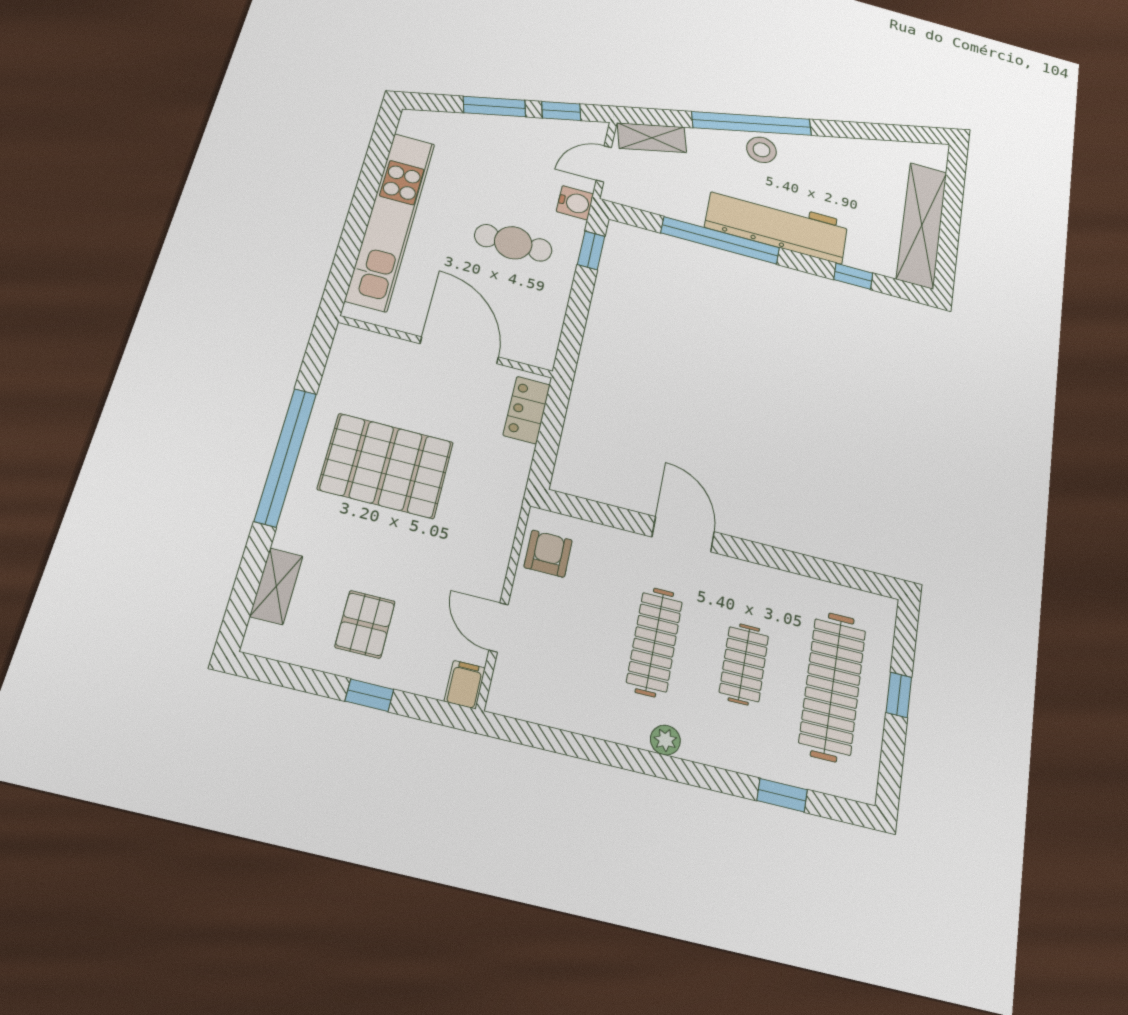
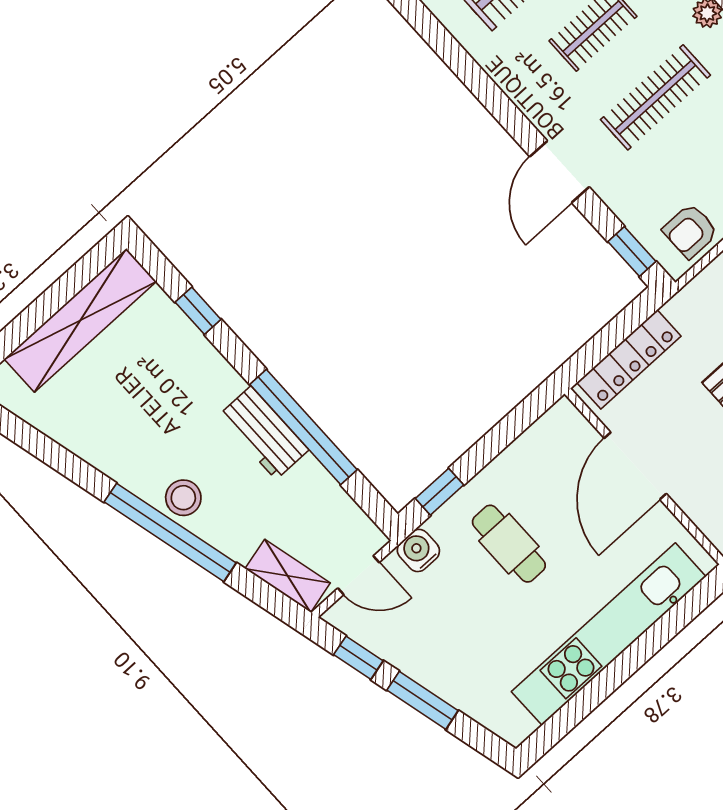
workbench: (777, 225) -> (264, 433), width x0.53, depth x0.76
locker: (527, 410) -> (629, 359), width x1.53
window: (582, 509) -> (632, 252), added

